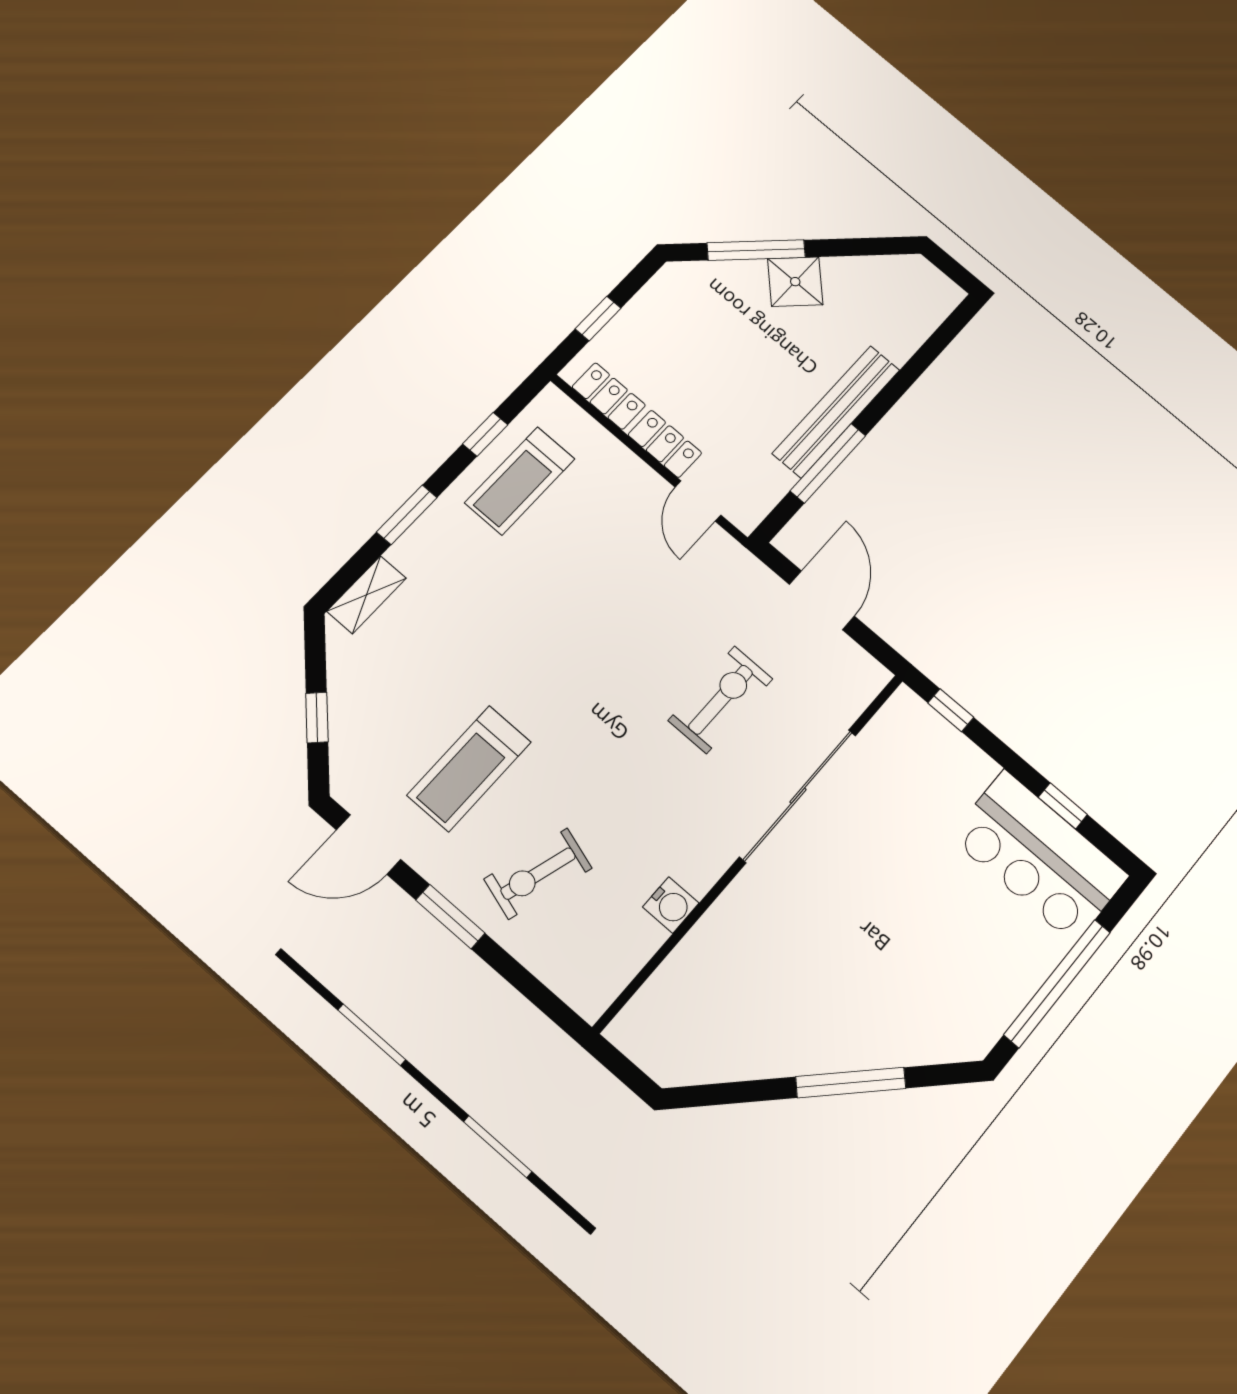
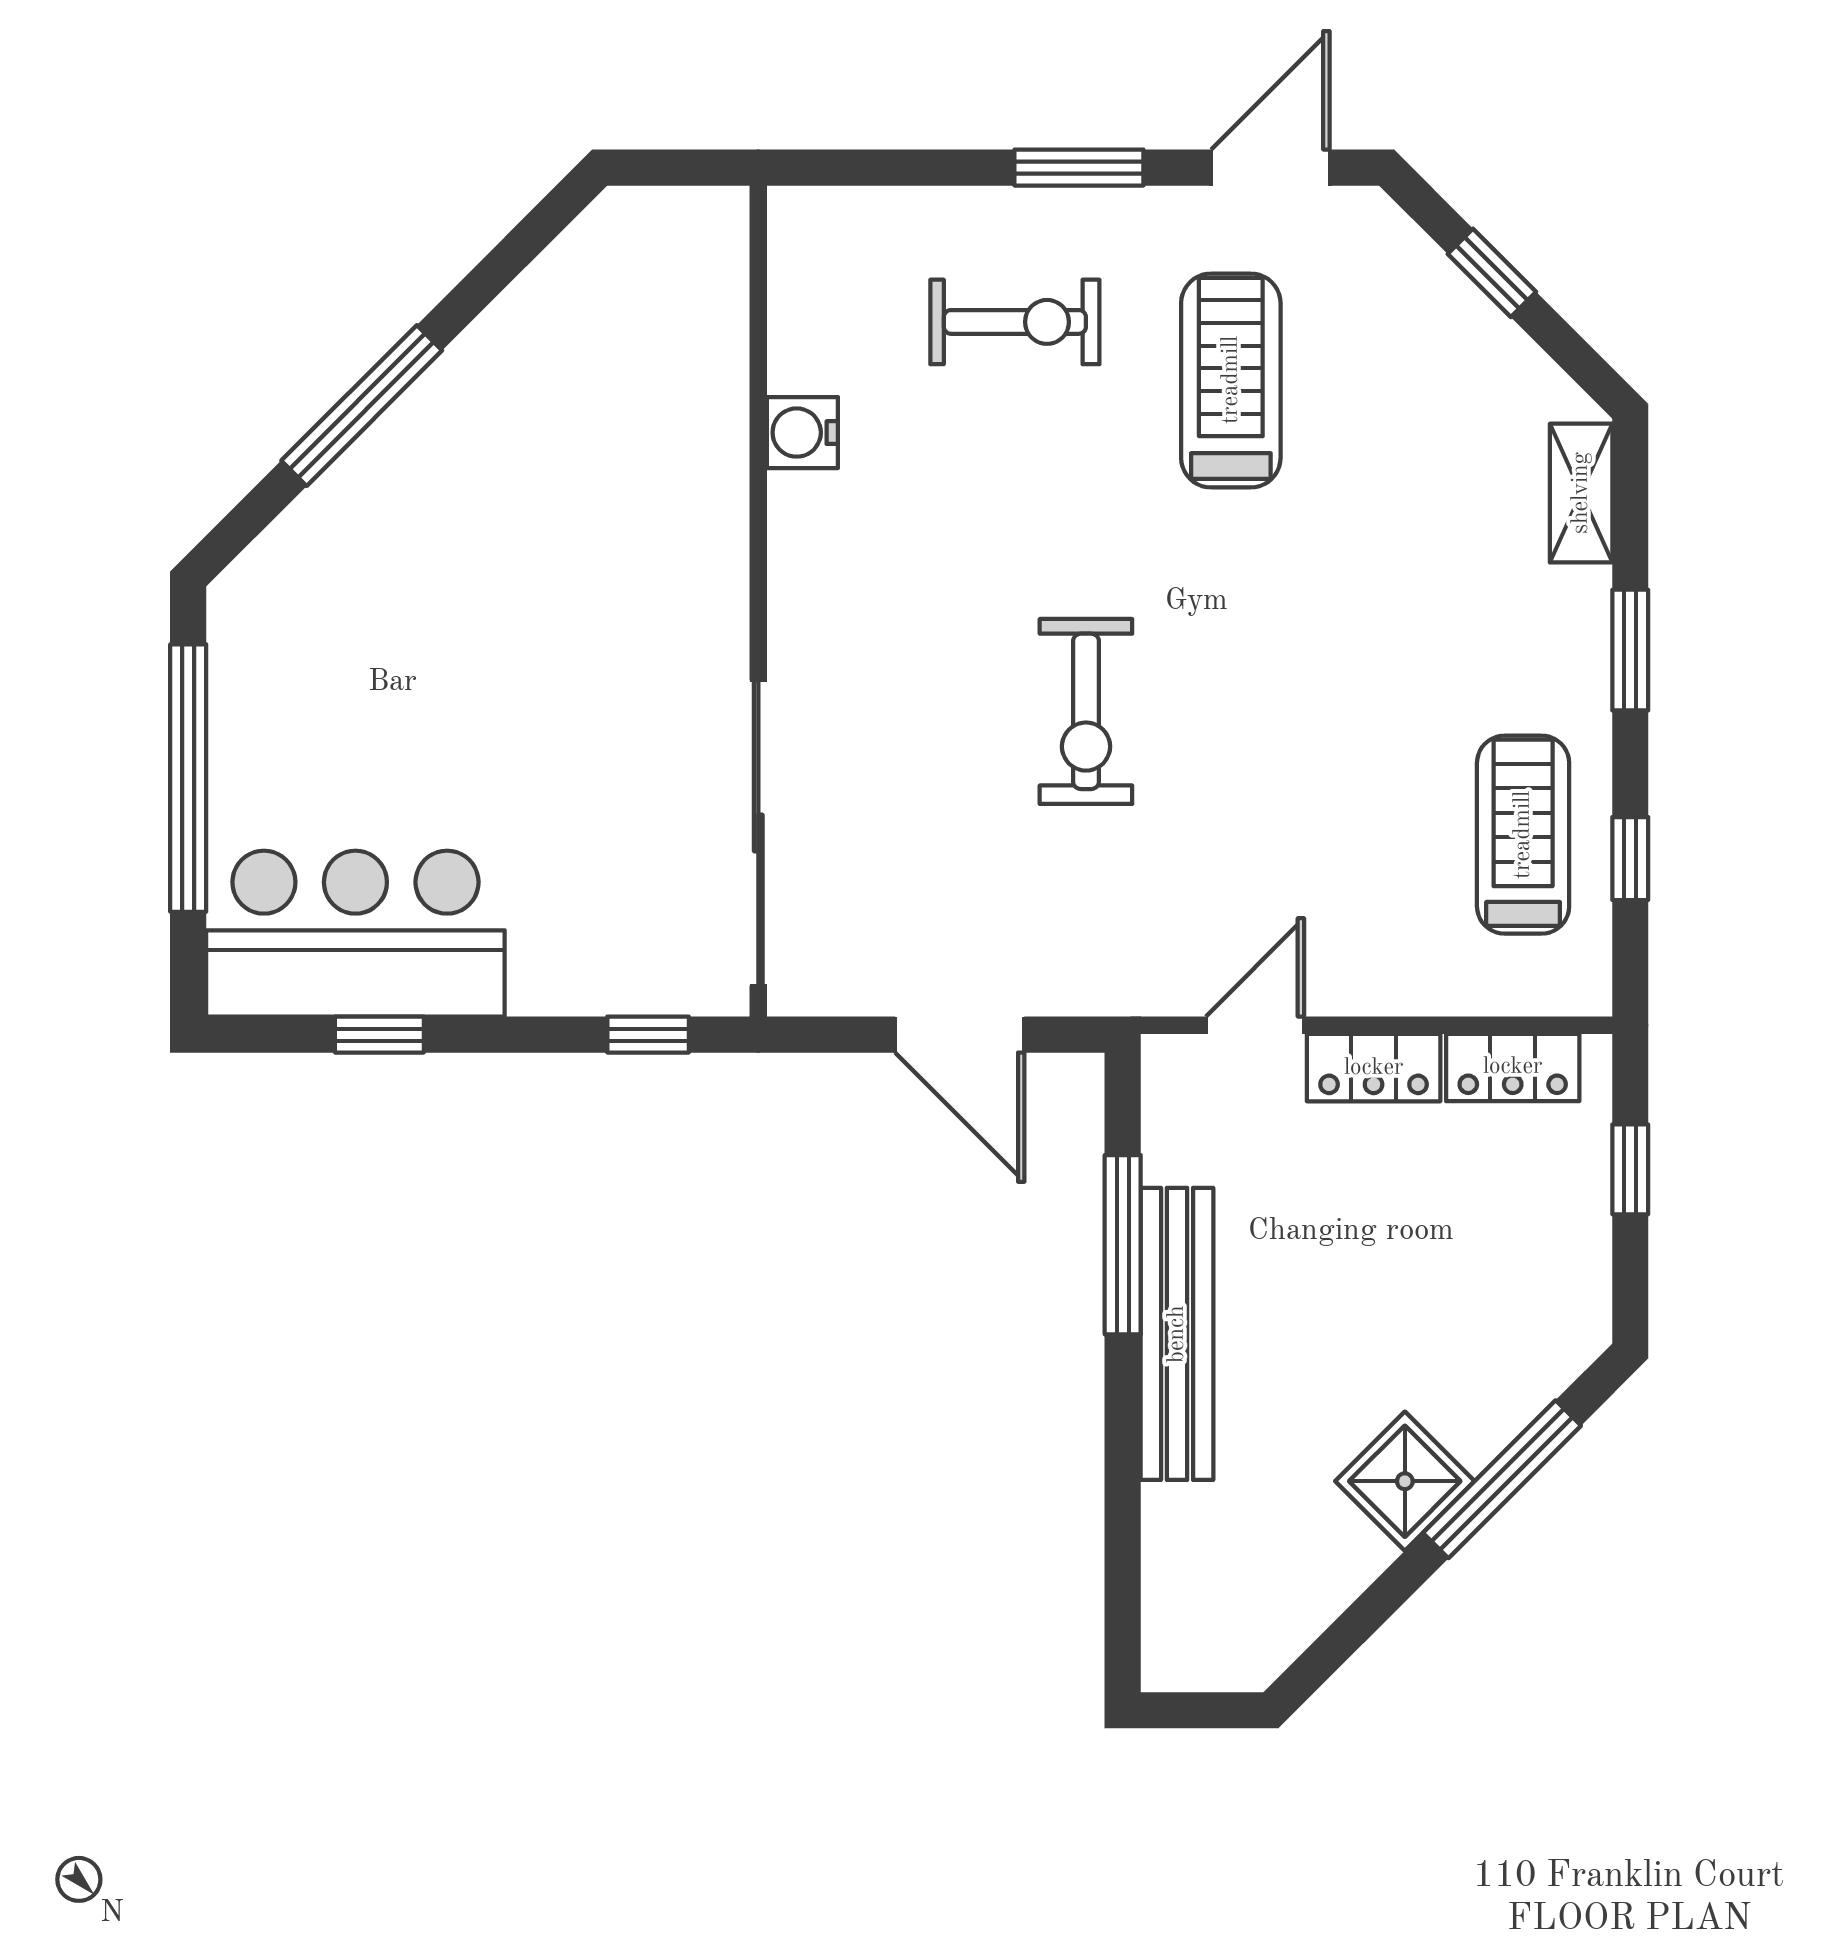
door: (698, 501) -> (1255, 1025), hinge flipped
exercise bike: (721, 700) -> (1086, 711), moved
sliding door: (798, 796) -> (758, 833), moved
exercise bike: (538, 874) -> (1015, 322), turned 73

